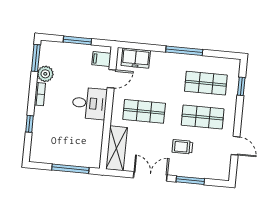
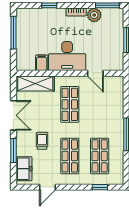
freezer: (136, 58) -> (24, 169), moved, turned 180
filing cabinet: (101, 59) -> (42, 63), moved
desk: (90, 103) -> (67, 56), width x1.37
window: (70, 169) -> (13, 33), moved

